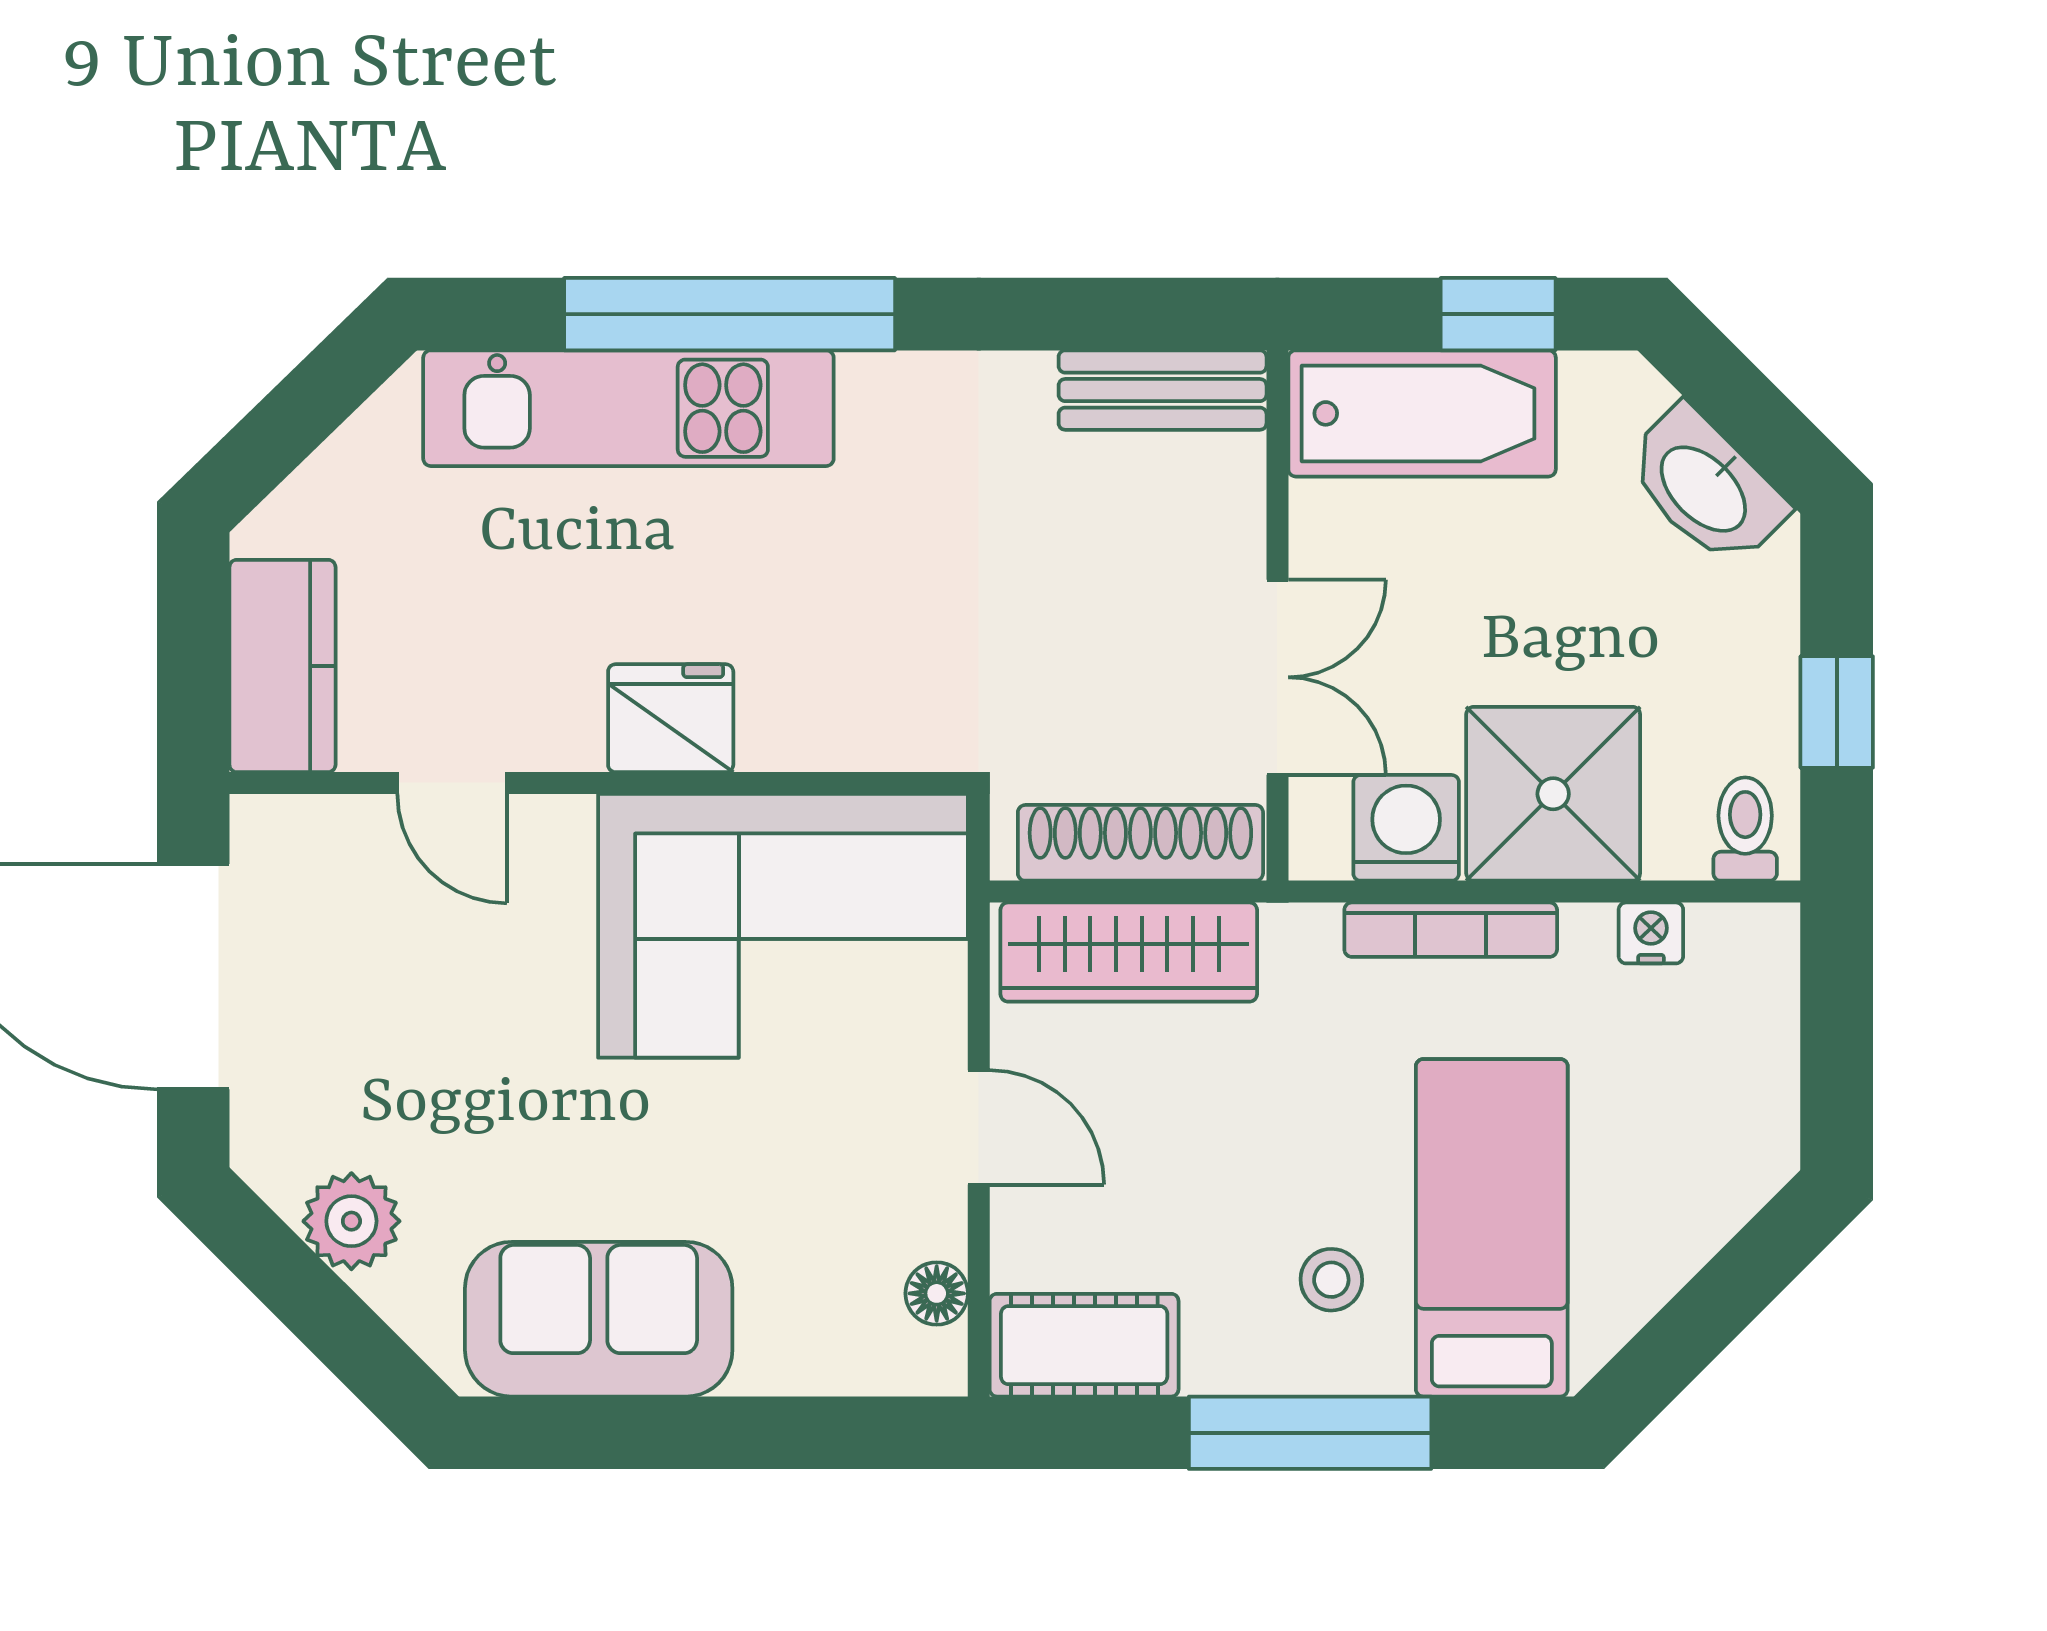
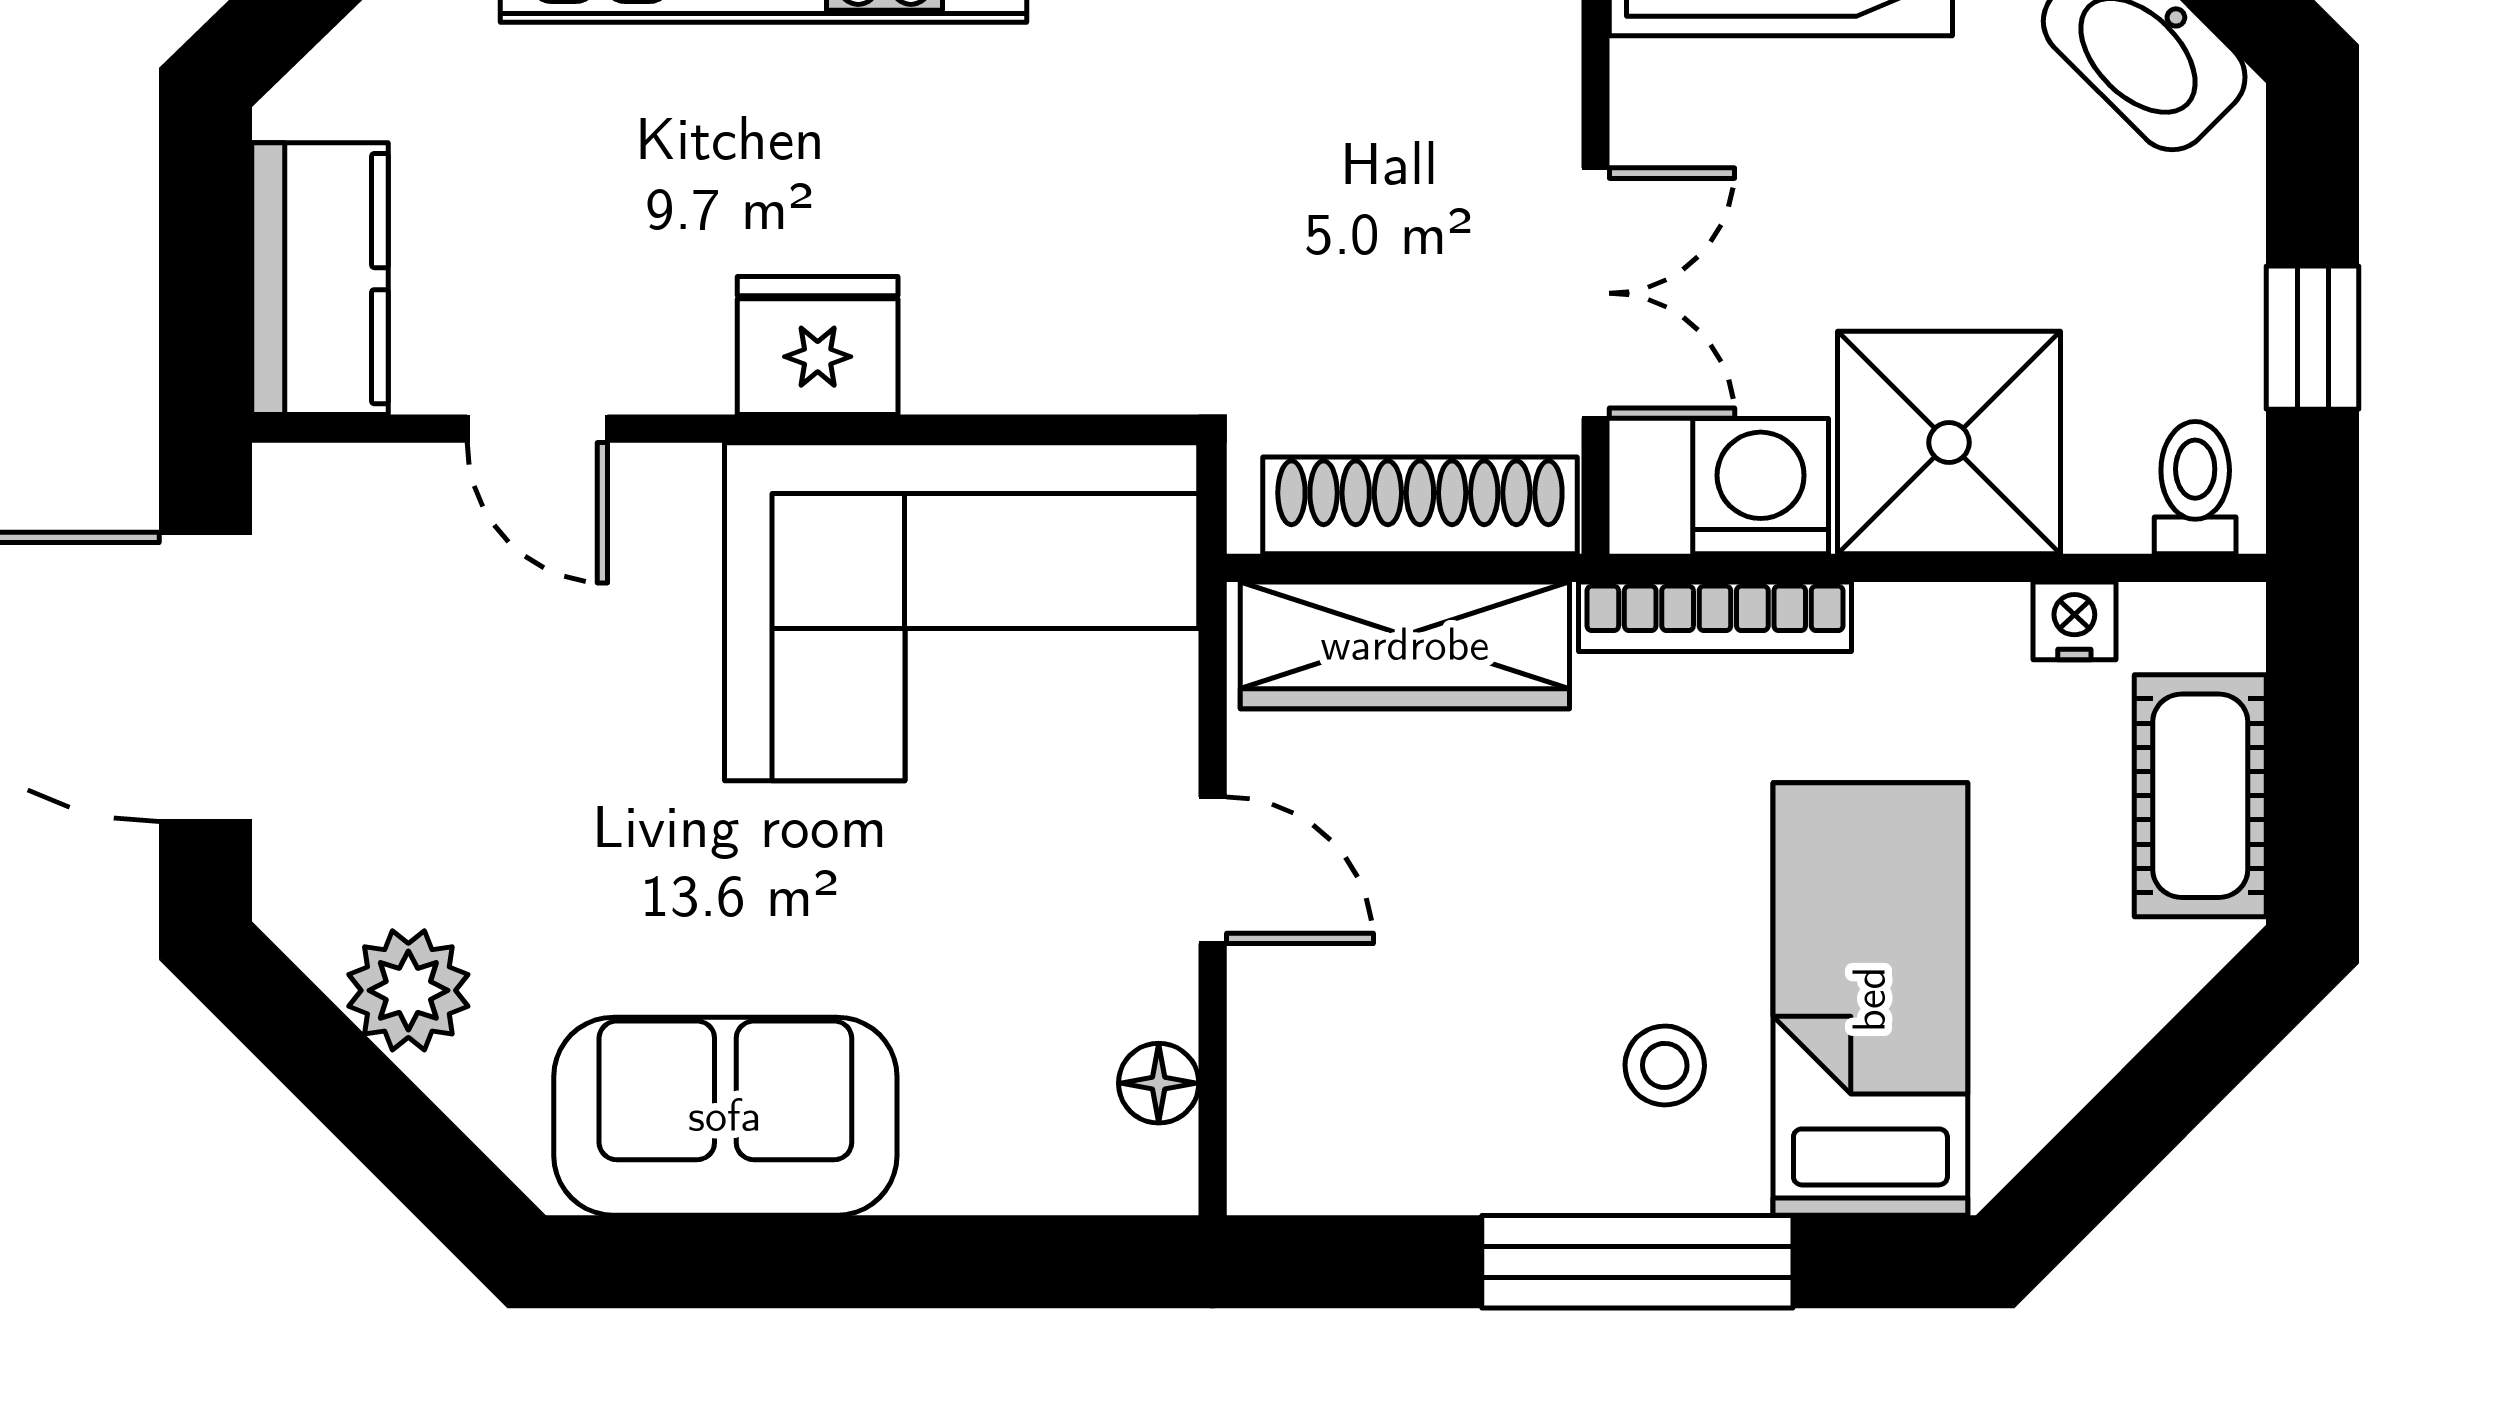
bookcase: (1451, 930) -> (1715, 617), moved
cot: (1084, 1345) -> (2200, 796), moved, turned 90

